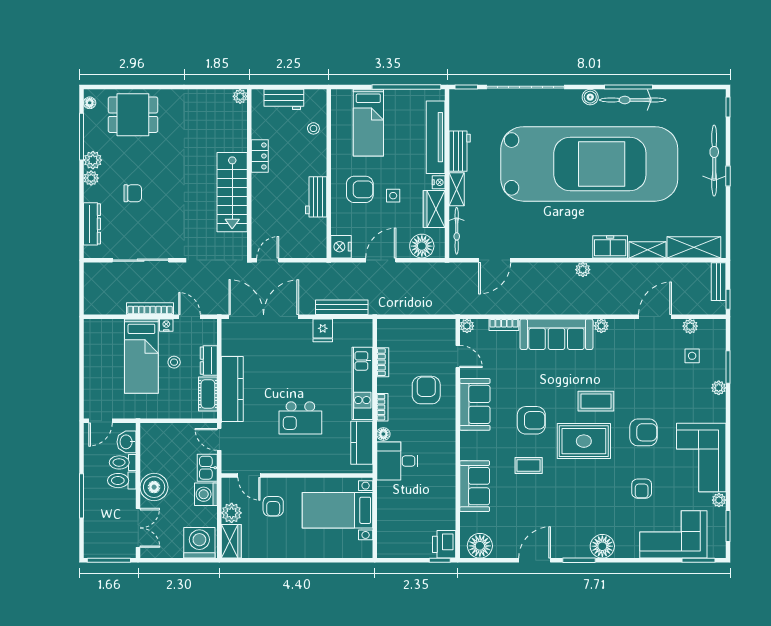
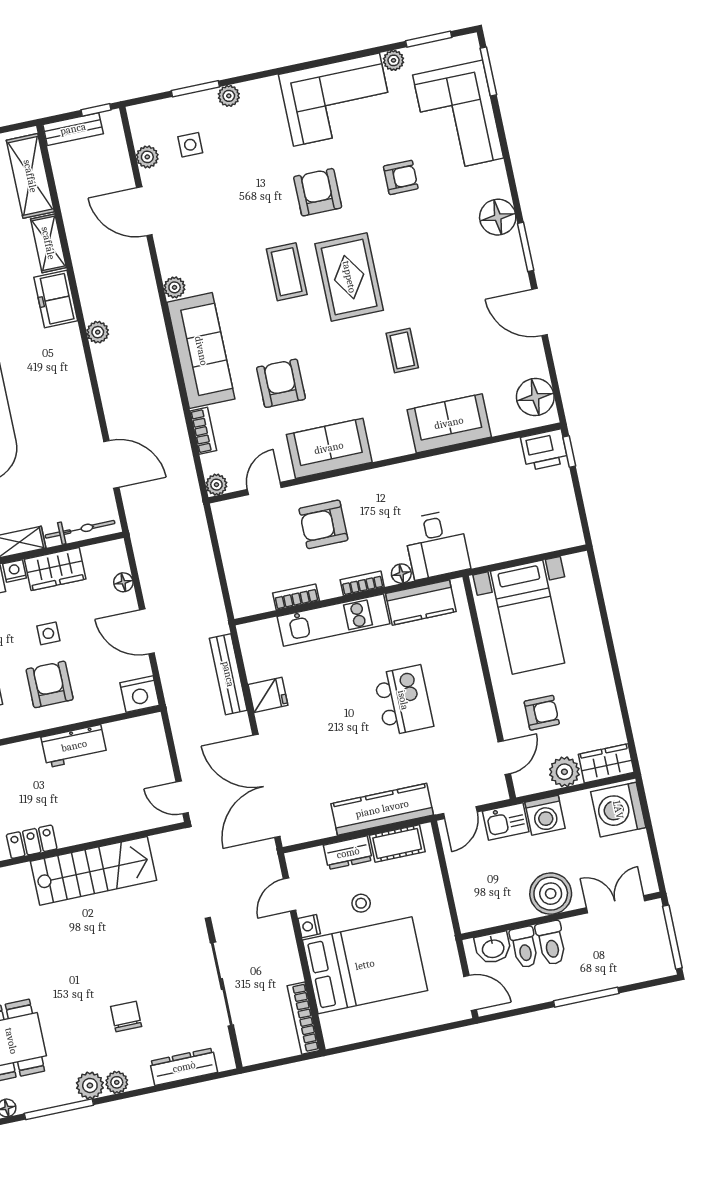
floor lamp: (422, 246) -> (123, 582), width x0.53, depth x0.53
bookcase: (150, 309) -> (303, 1018), moved
bed: (141, 356) -> (365, 965), width x1.50
armchair: (531, 420) -> (281, 383), moved

